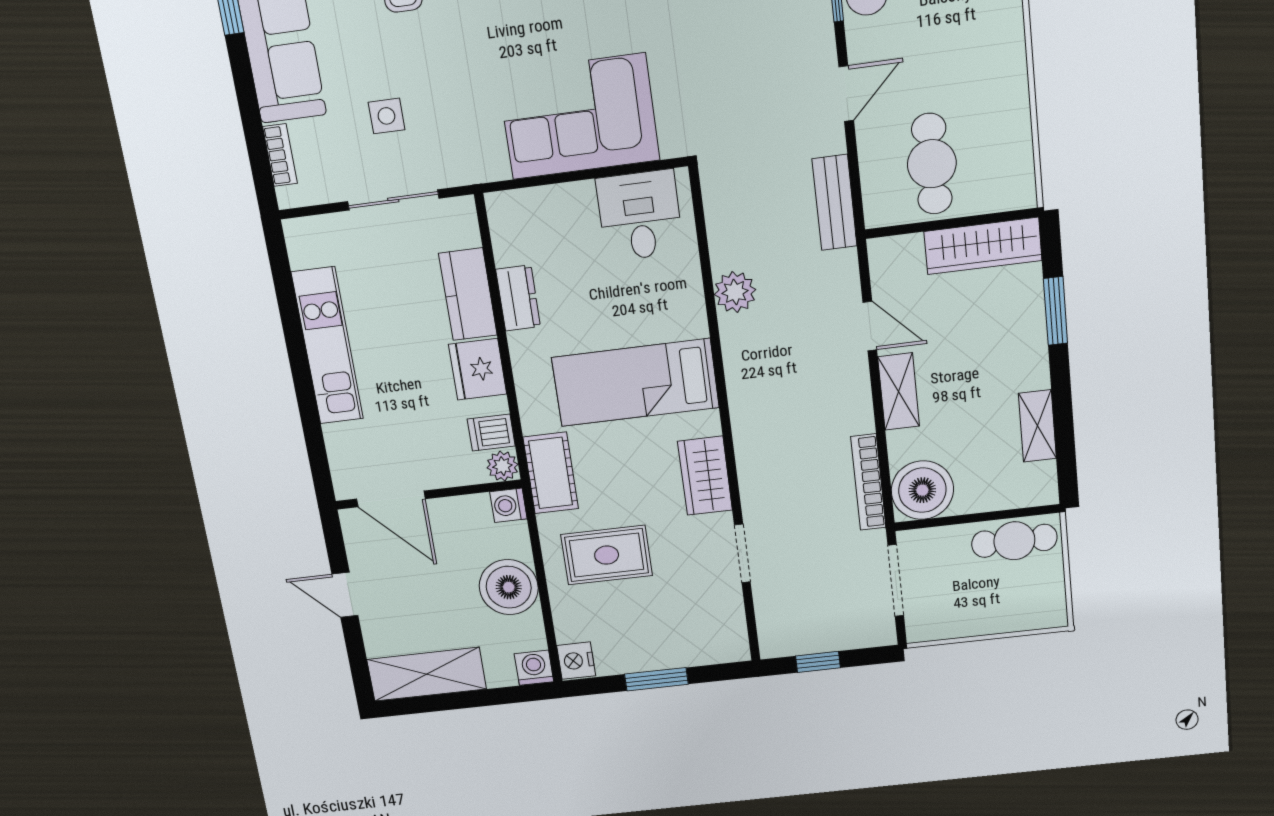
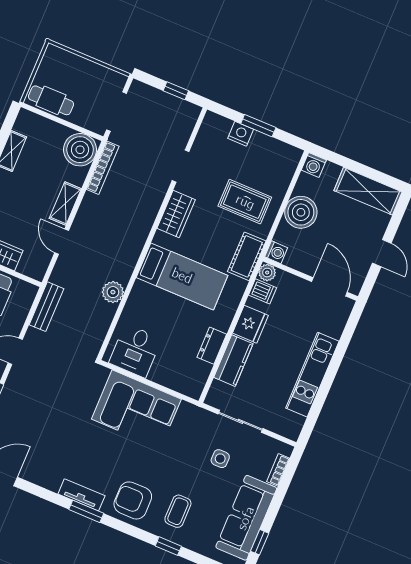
nightstand: (576, 661) -> (241, 134), moved, turned -90

